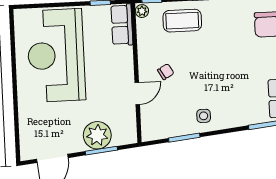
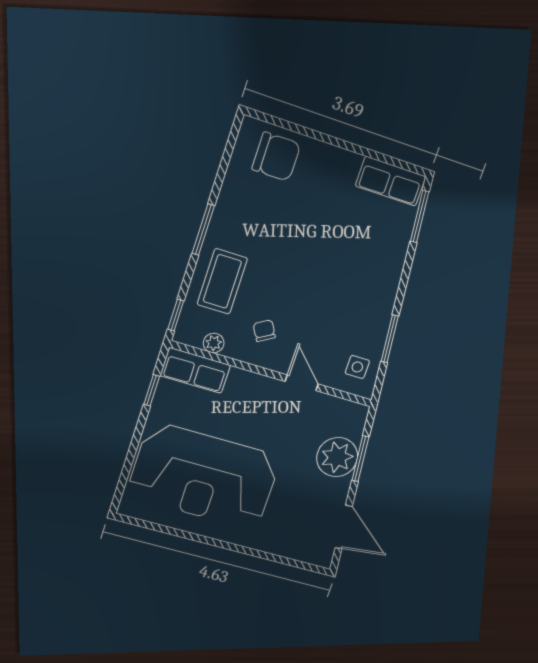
plant: (142, 11) -> (214, 343), moved
chair: (166, 72) -> (264, 331), moved
side table: (204, 116) -> (357, 367), moved

